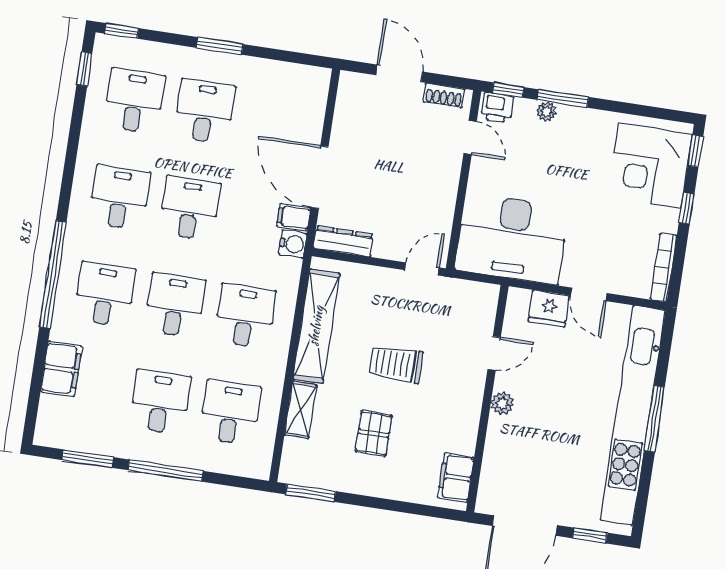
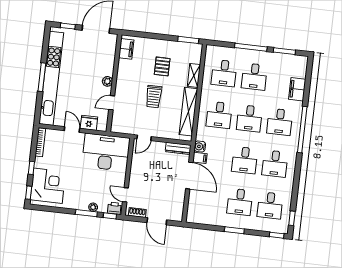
trolley: (396, 364) -> (154, 97), turned 90

